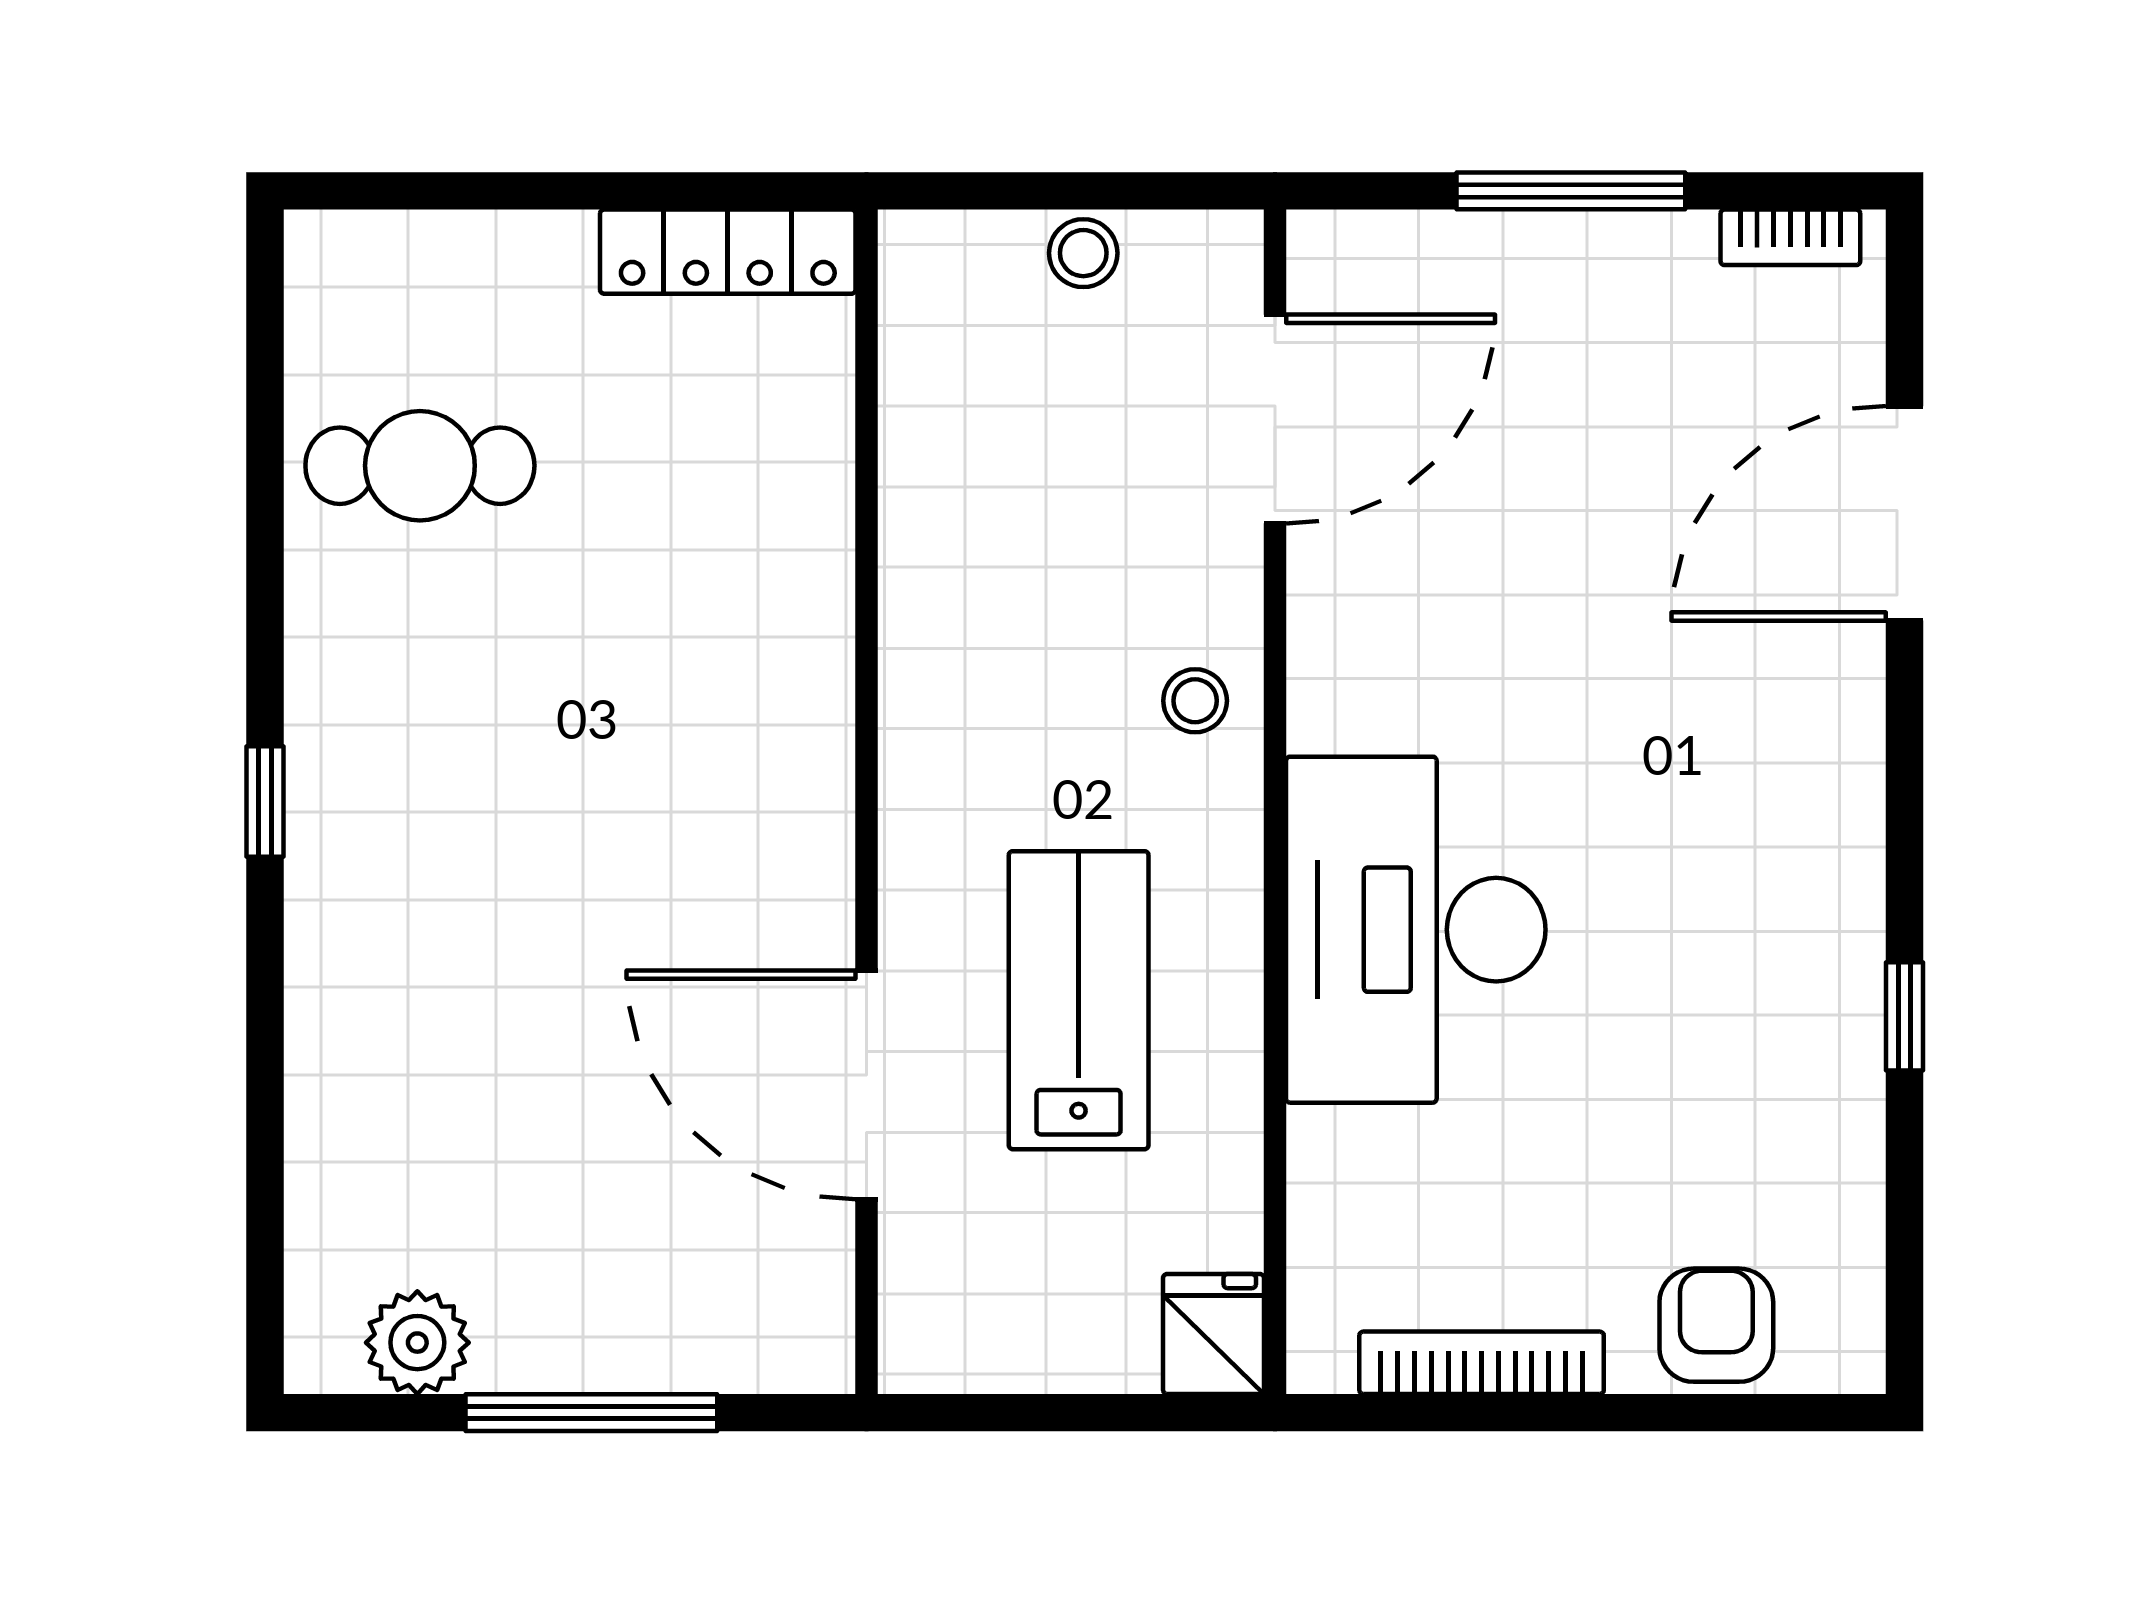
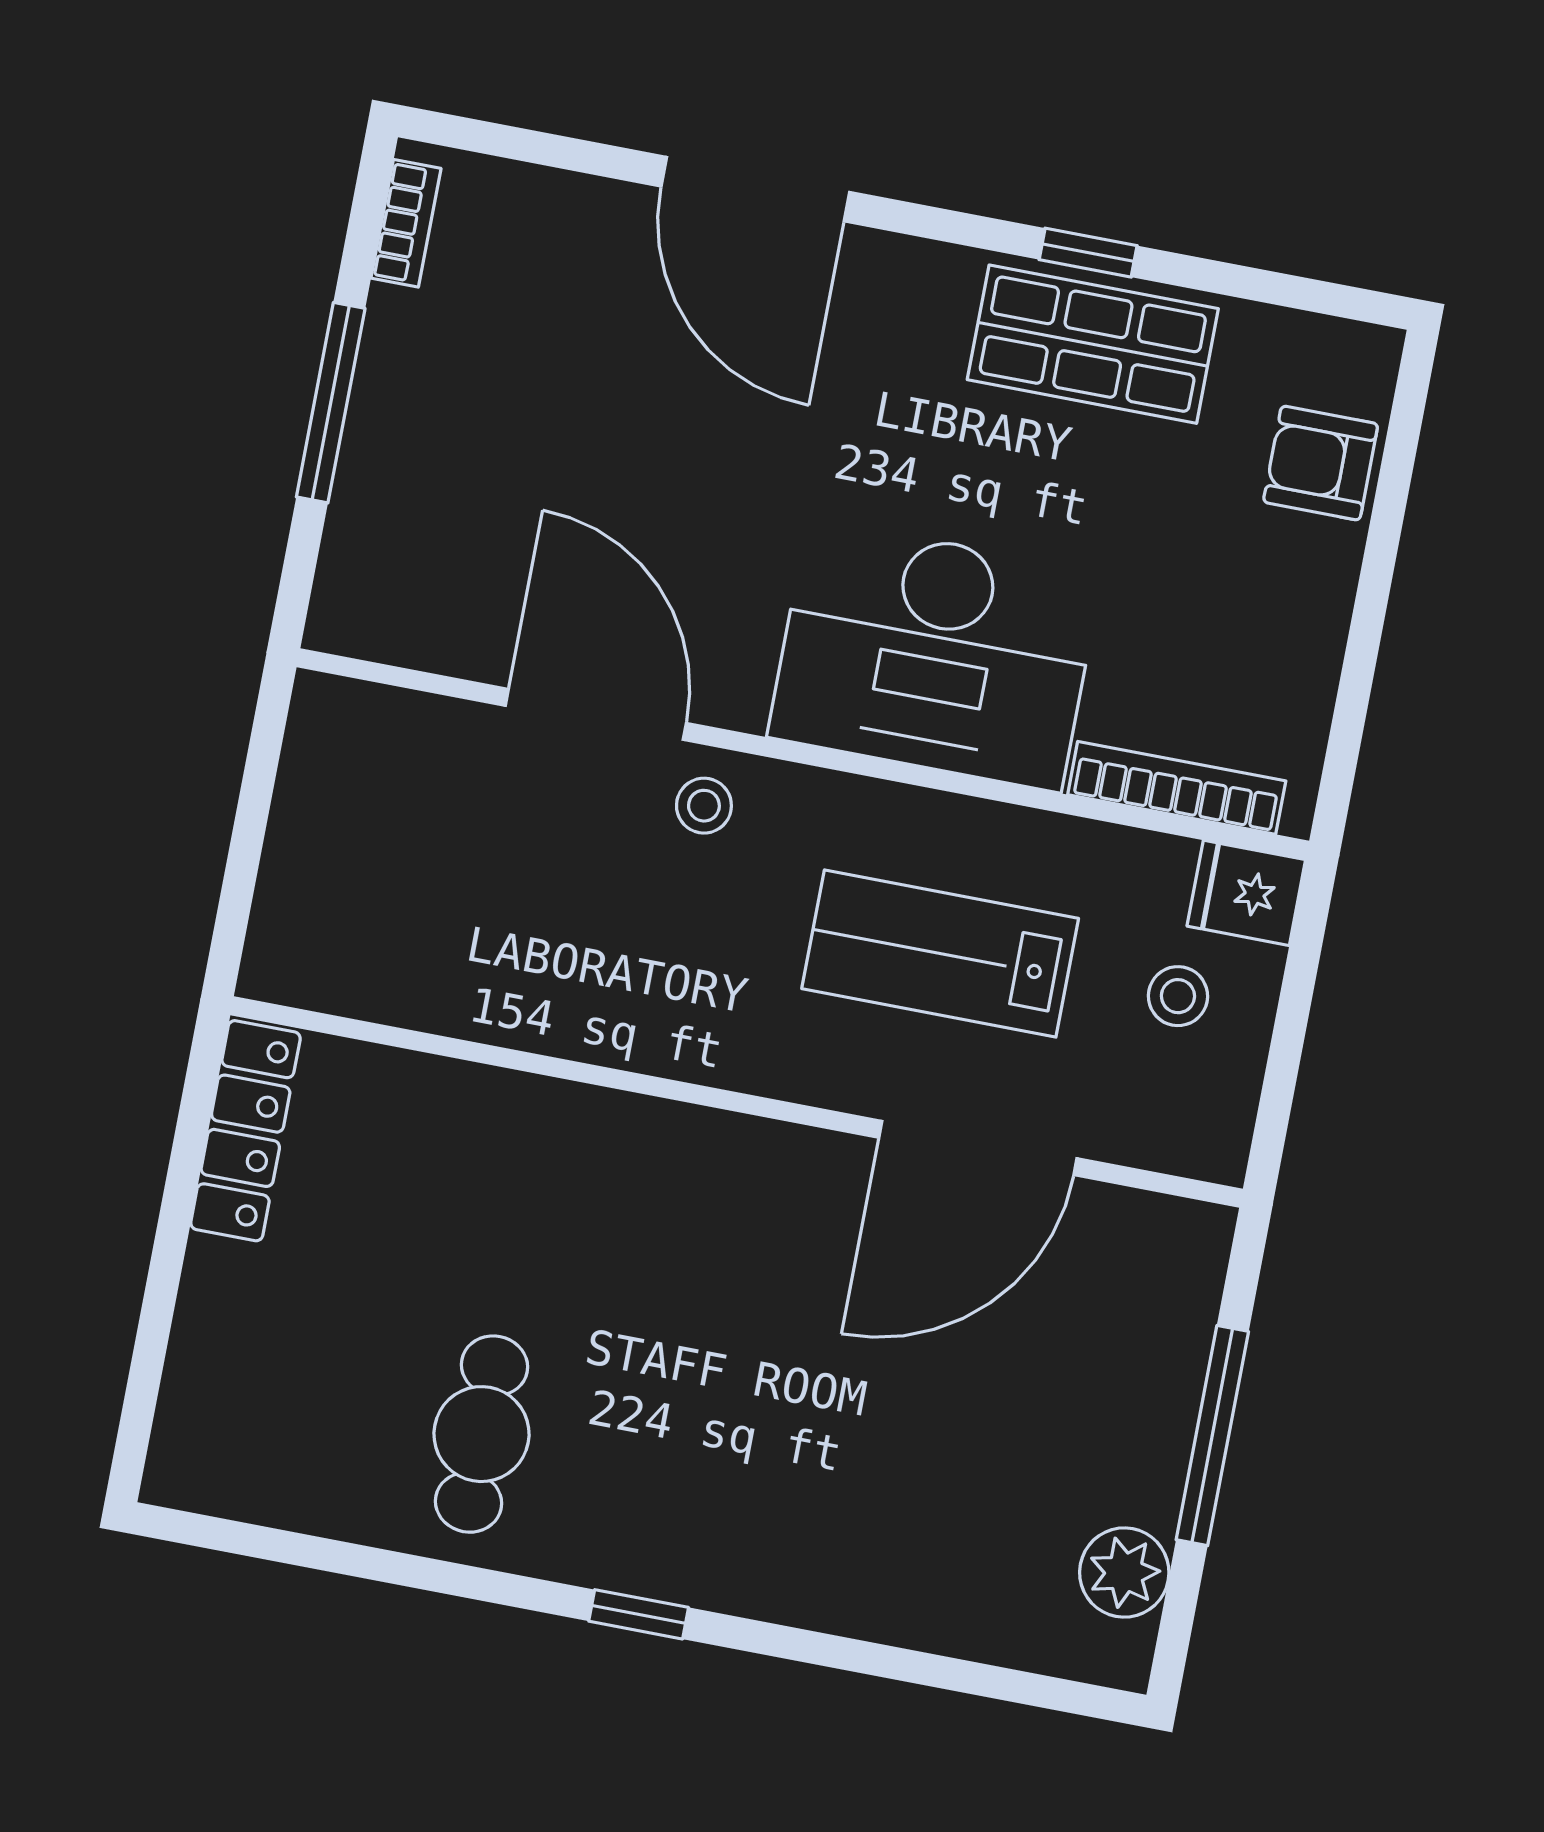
stool: (1083, 253) -> (1178, 996), moved
door: (1275, 419) -> (596, 714), moved
cafe table: (420, 466) -> (481, 1434), moved
door: (1904, 513) -> (755, 189), moved
shop shelf: (1802, 1041) -> (1093, 344), added
bookcase: (1482, 1363) -> (1177, 788), moved, turned 90

